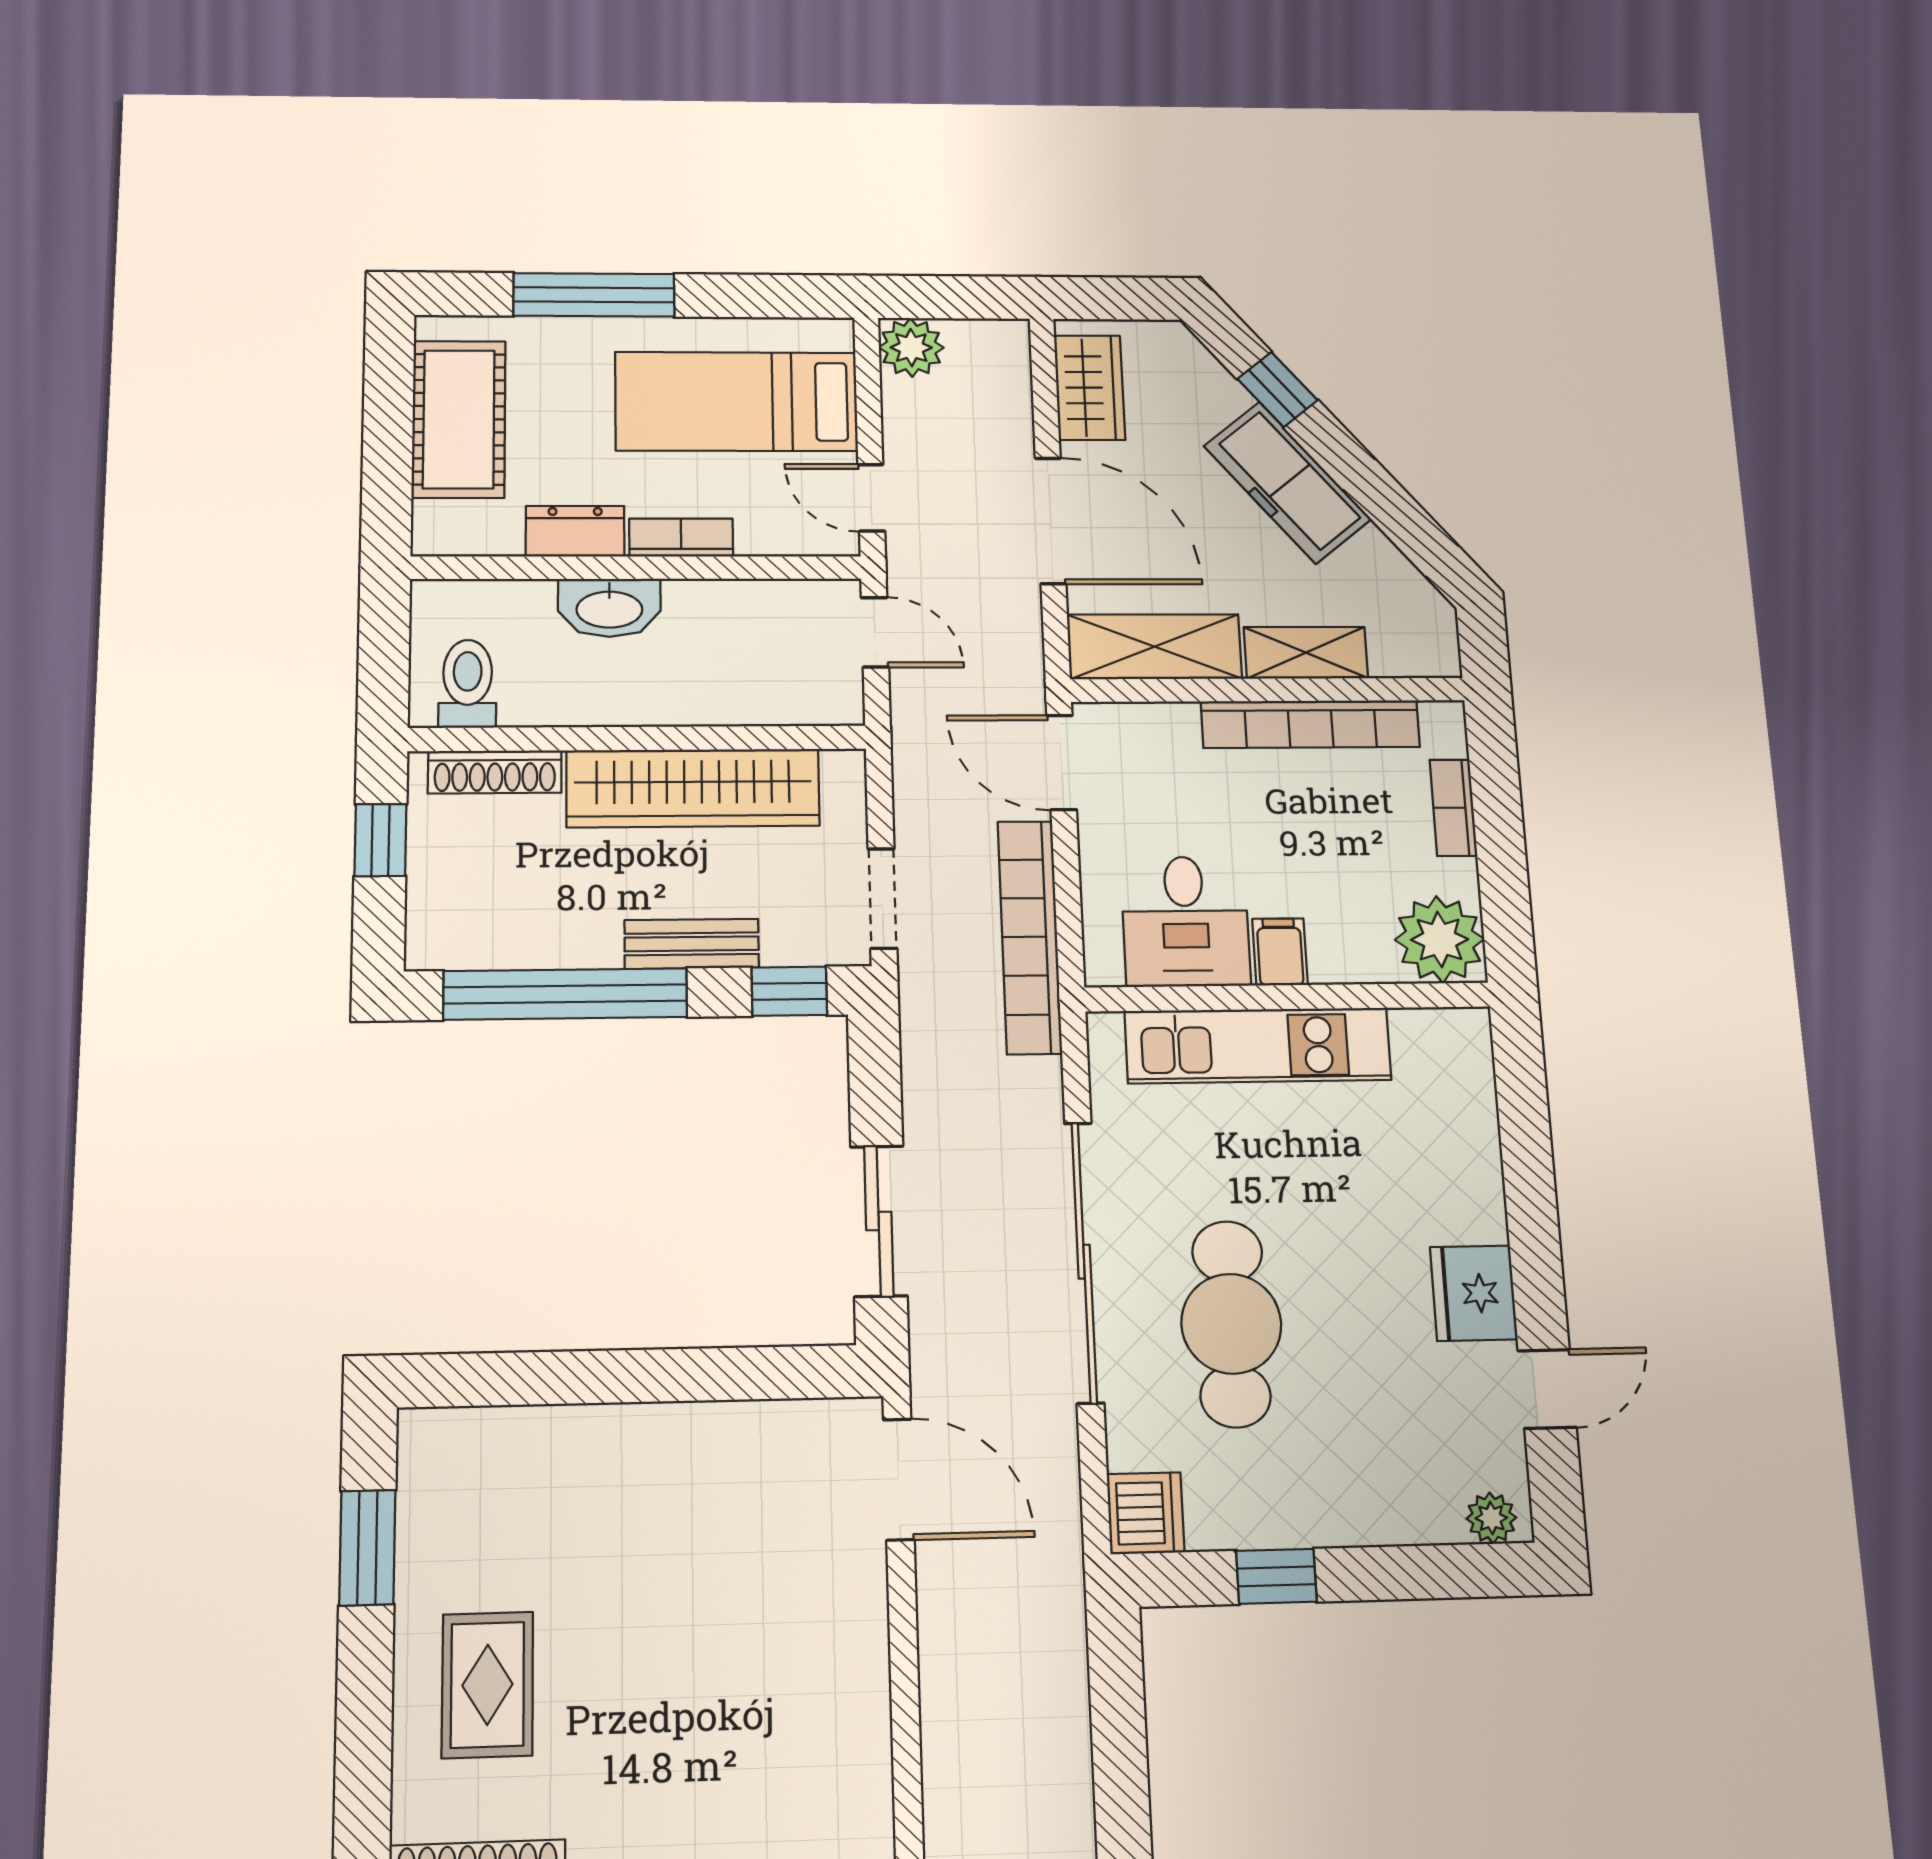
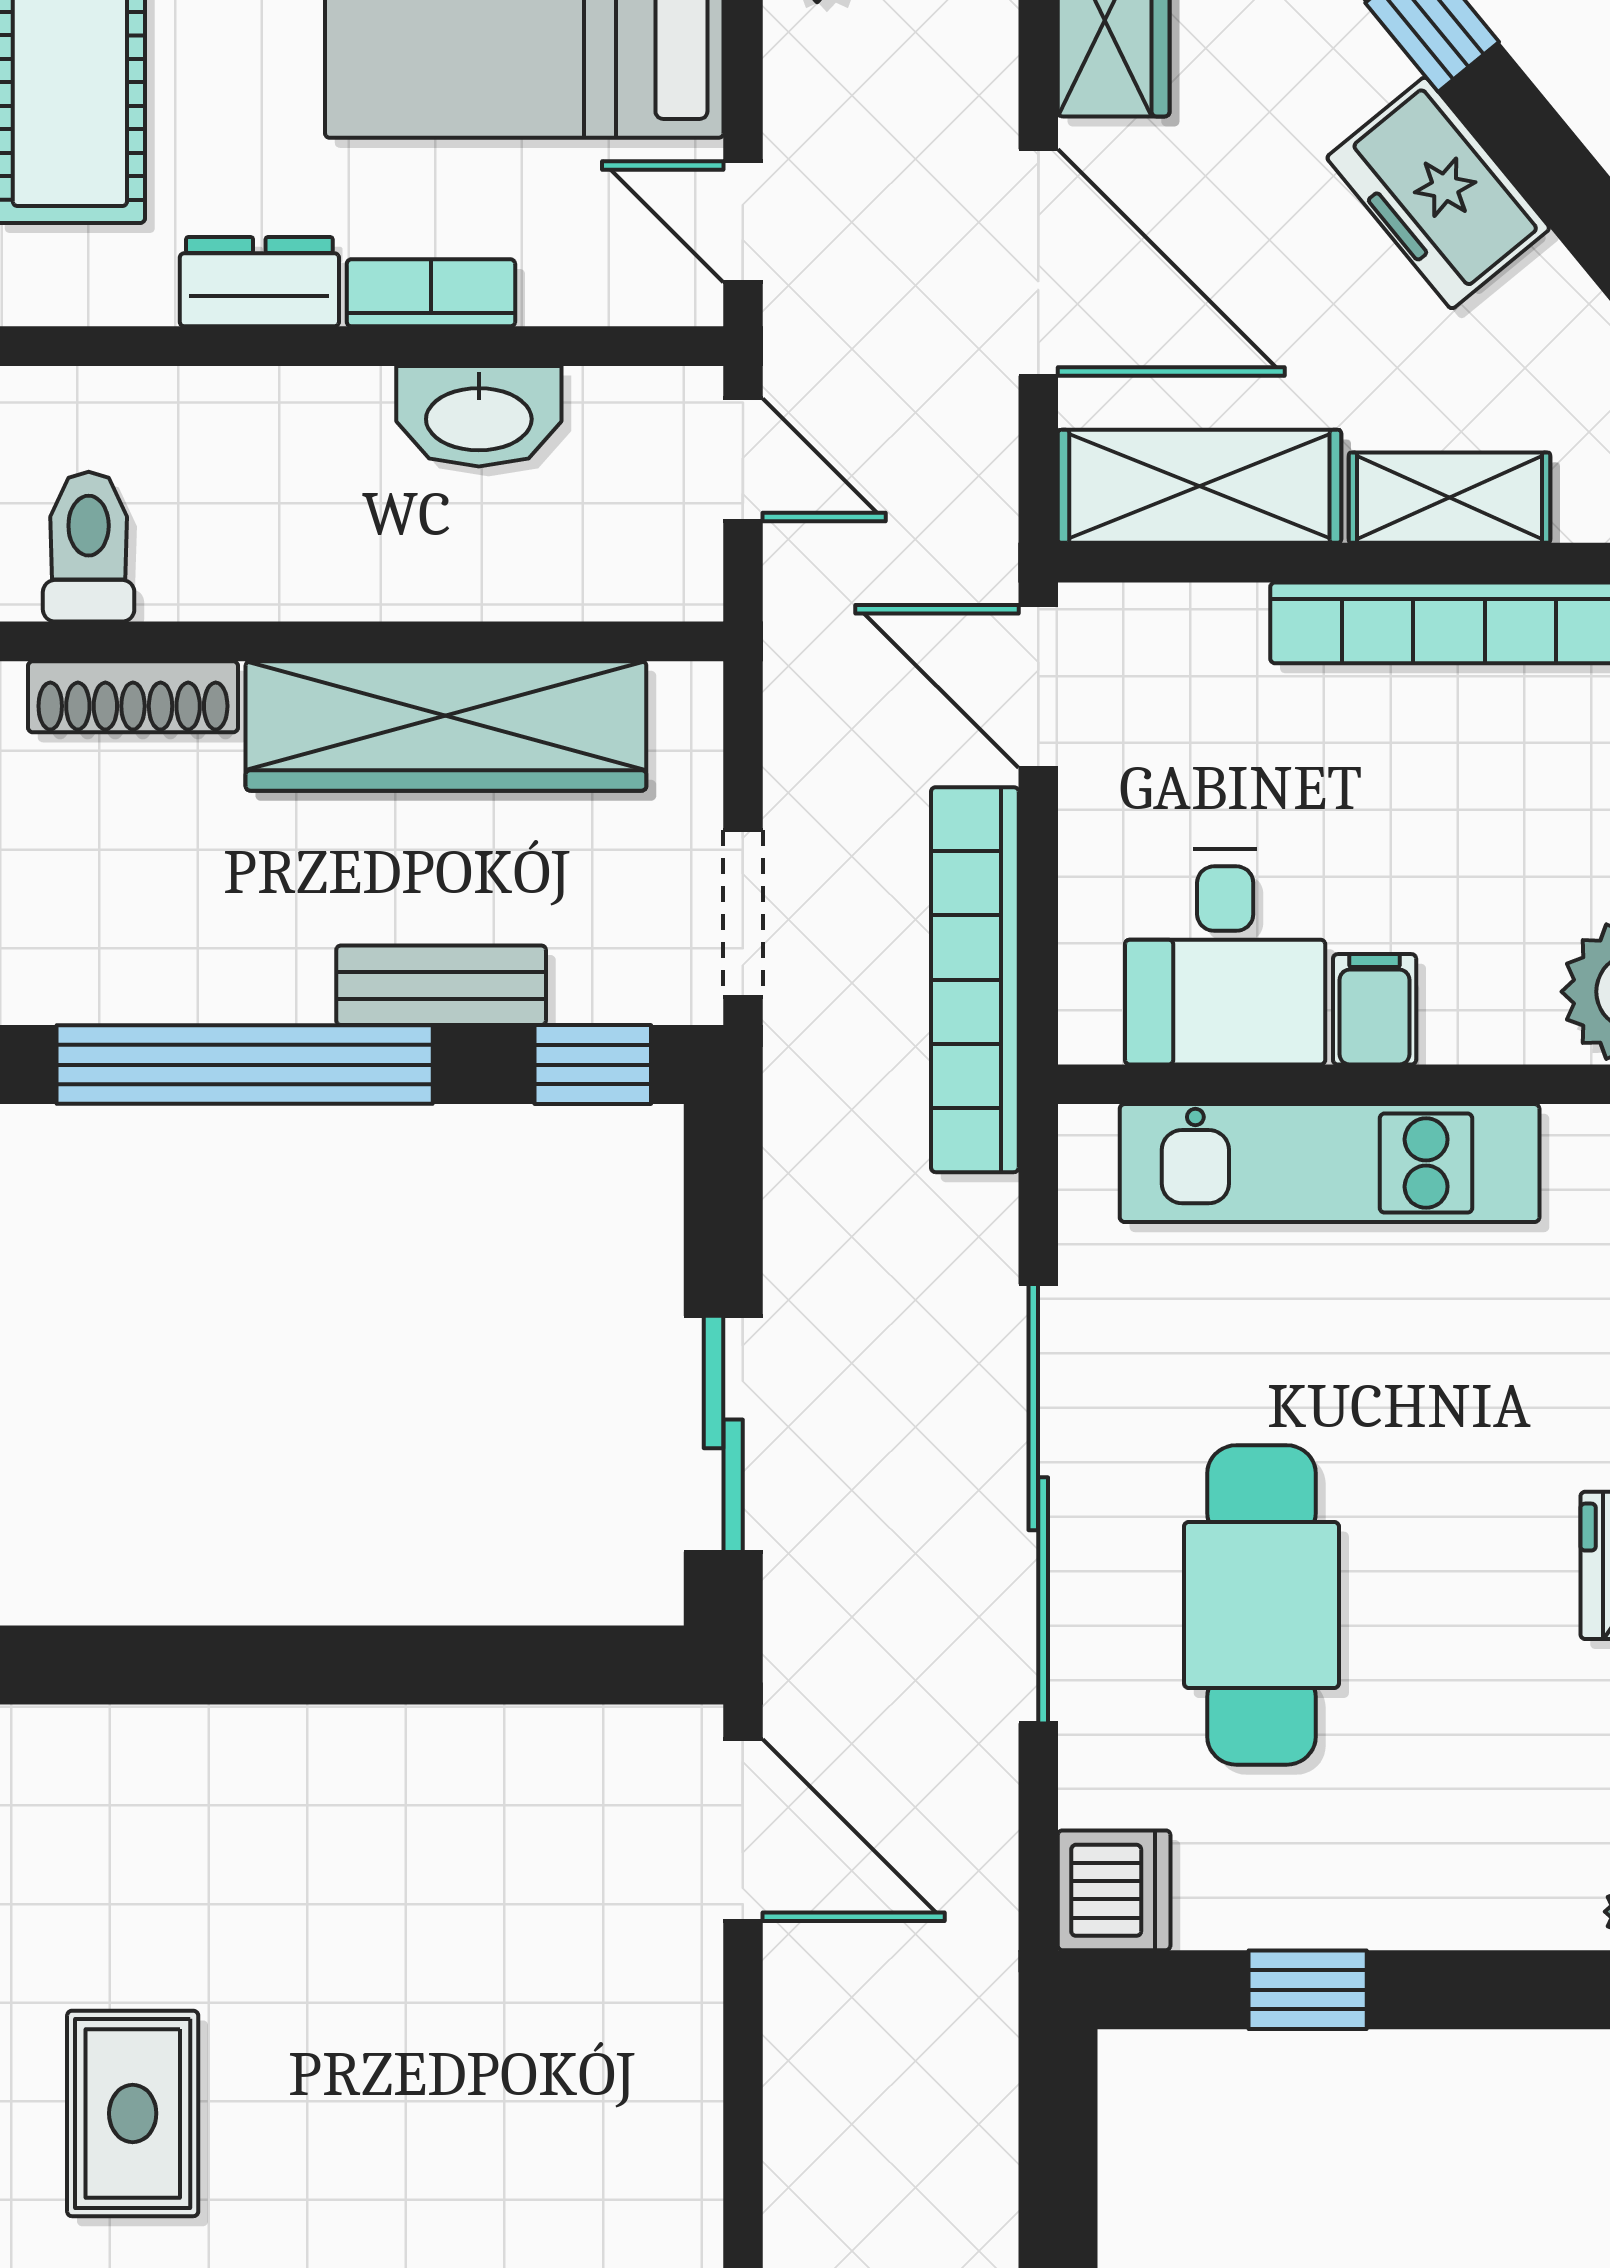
freezer: (1287, 482) -> (1438, 193), width x0.71
washbasin: (609, 608) -> (479, 416), moved

